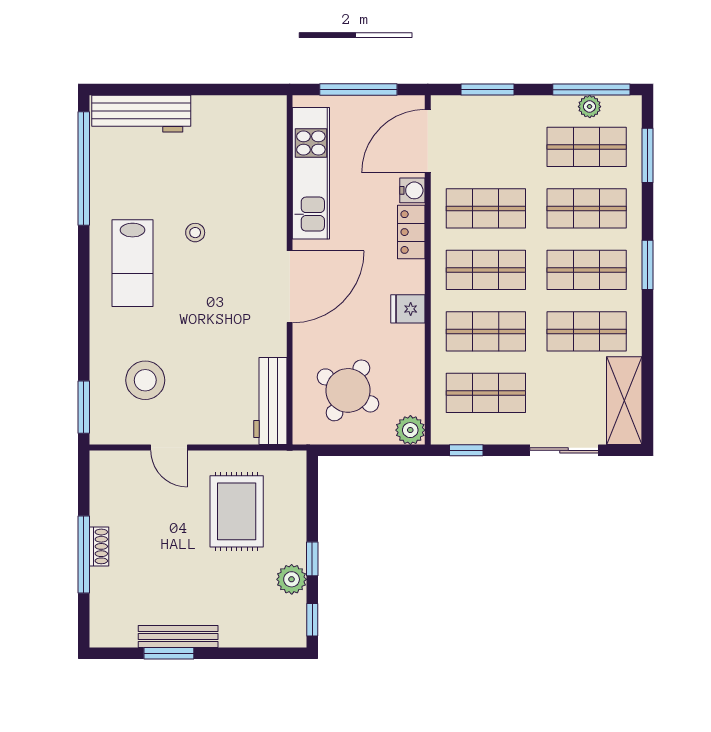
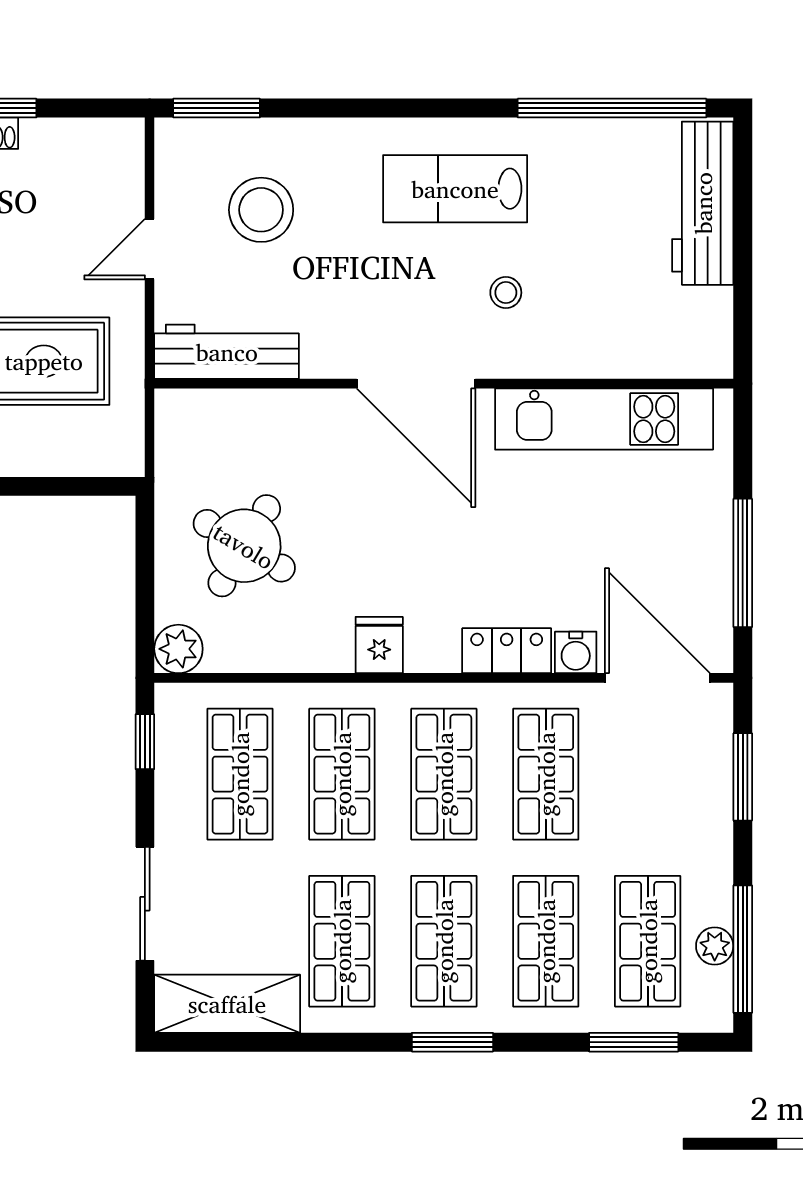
kitchen unit: (311, 173) -> (604, 419), moved
wall: (290, 270) -> (444, 384), moved
door: (290, 287) -> (416, 384), moved
workbench: (270, 401) -> (227, 352), moved

